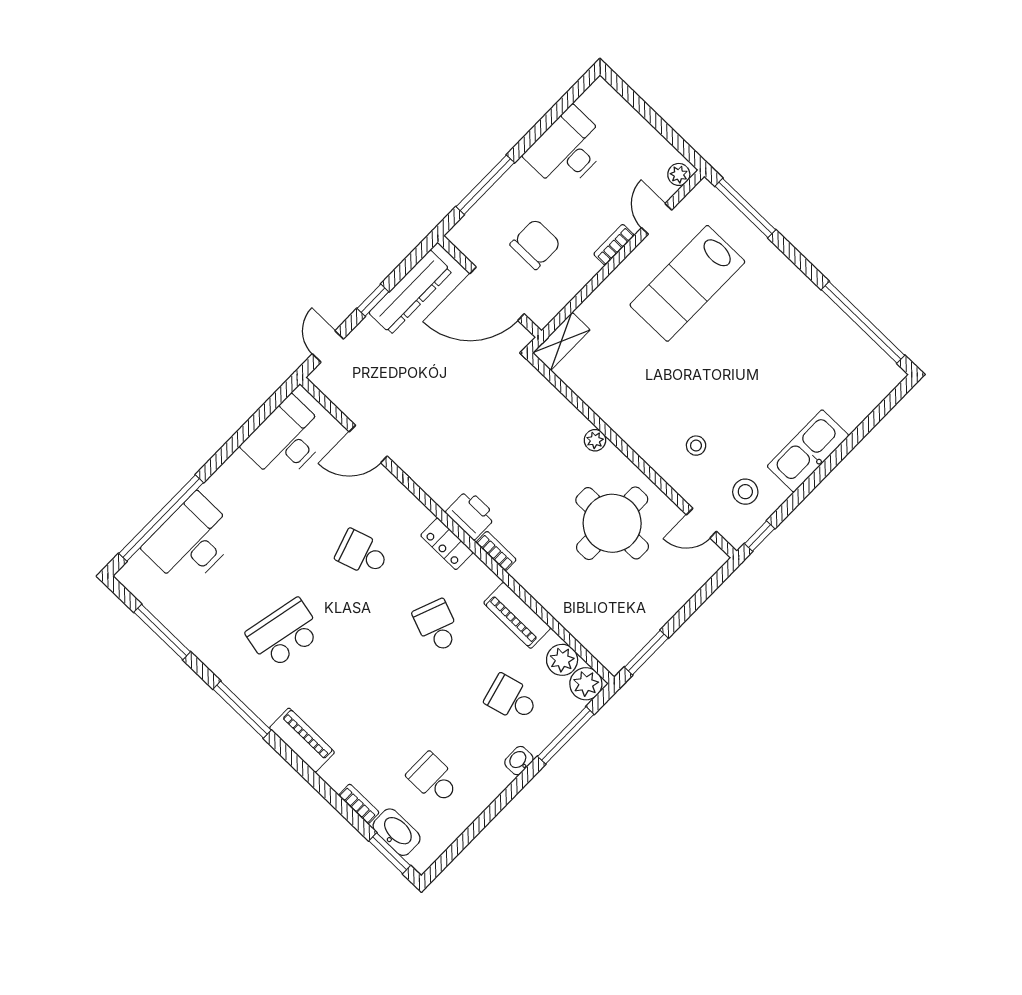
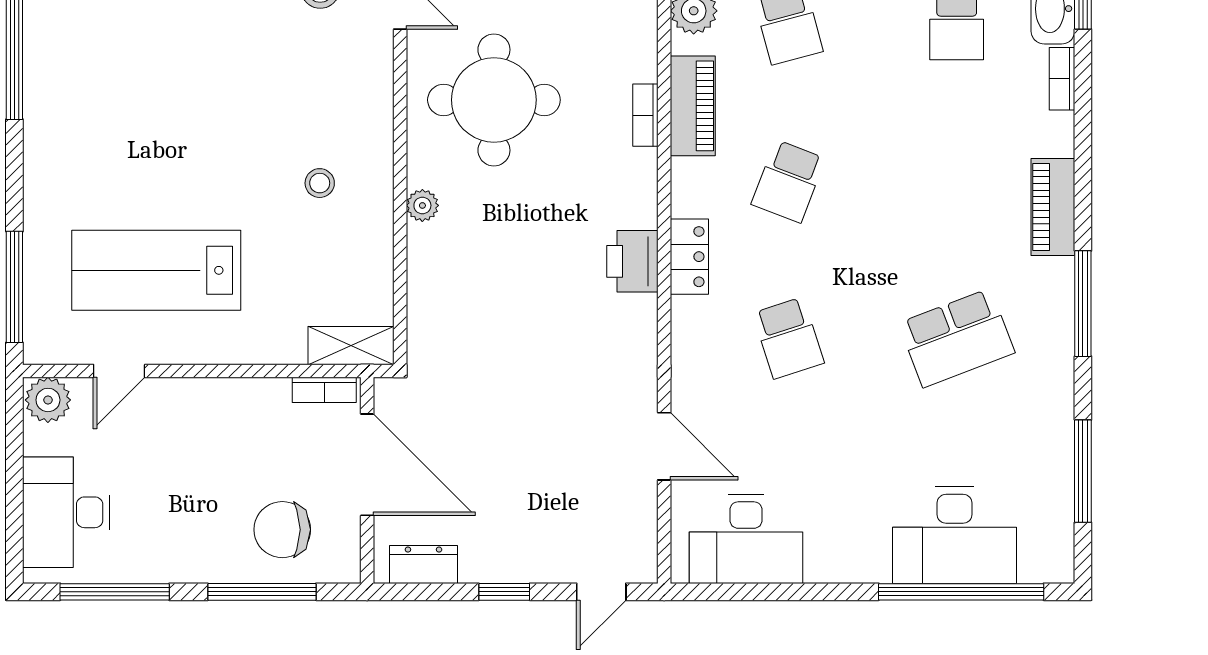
window: (553, 114) -> (115, 592), added
desk: (567, 149) -> (66, 512), moved, turned 90
plant: (679, 174) -> (48, 400), width x1.38, depth x1.38
chair: (535, 244) -> (282, 530), moved
bookcase: (614, 245) -> (324, 390), moved
lab bench: (687, 283) -> (156, 270), turned 180
dresser: (410, 292) -> (423, 564), width x0.51, depth x0.80
stool: (696, 446) -> (320, 183), moved
bookcase: (496, 551) -> (645, 115), moved
school desk: (284, 634) -> (957, 338), turned -33

